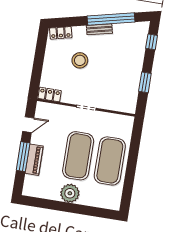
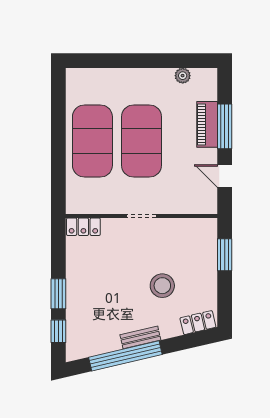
window: (36, 74) -> (225, 255), added
window: (145, 82) -> (58, 294), moved
locker: (50, 95) -> (83, 227), moved
door: (28, 125) -> (225, 176), hinge flipped
plant: (70, 193) -> (183, 76), moved, width x0.53, depth x0.53

